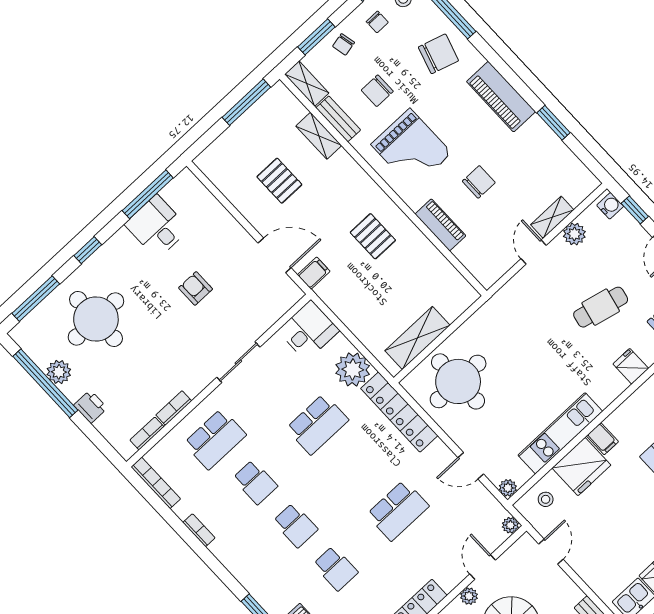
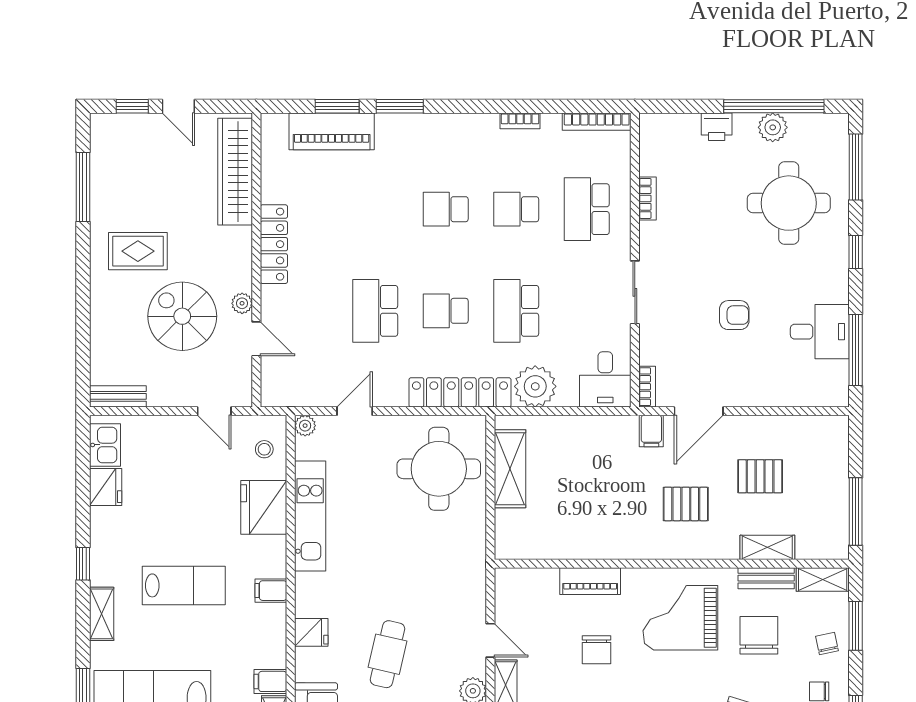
chair: (377, 91) -> (759, 635), width x1.37, depth x1.37
pallet: (373, 236) -> (686, 504), moved
bookcase: (147, 433) -> (647, 387), moved
filing cabinet: (602, 439) -> (271, 591), moved
plant: (510, 525) -> (270, 397), removed
school desk: (336, 568) -> (446, 311), moved

